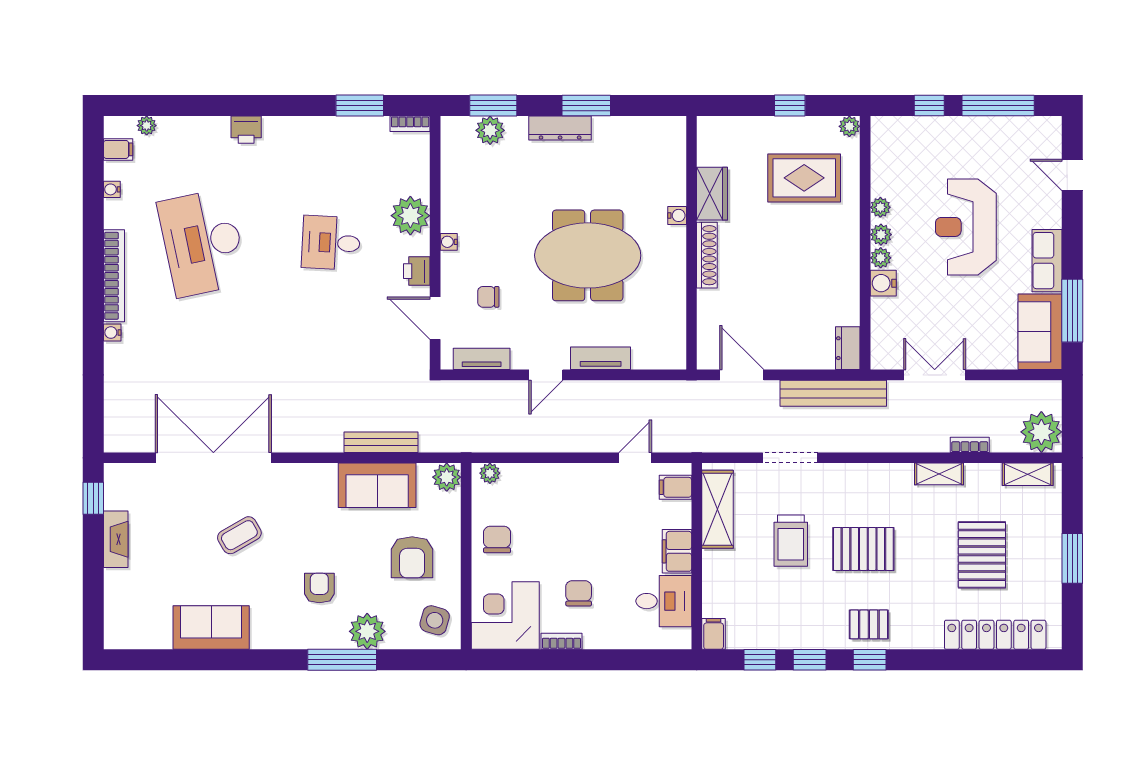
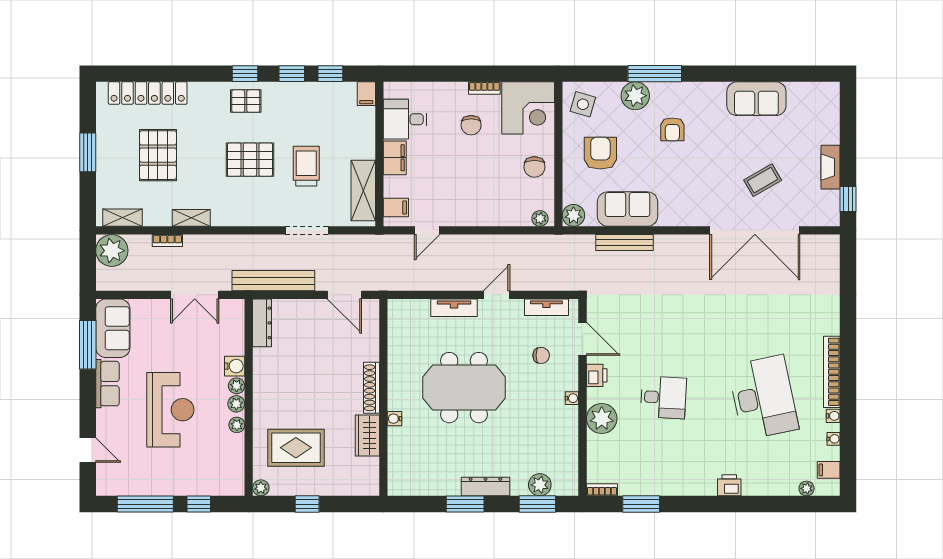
water cooler: (112, 333) -> (833, 416), moved
dresser: (848, 348) -> (262, 323), width x1.44
coffee table: (239, 535) -> (763, 180), moved

